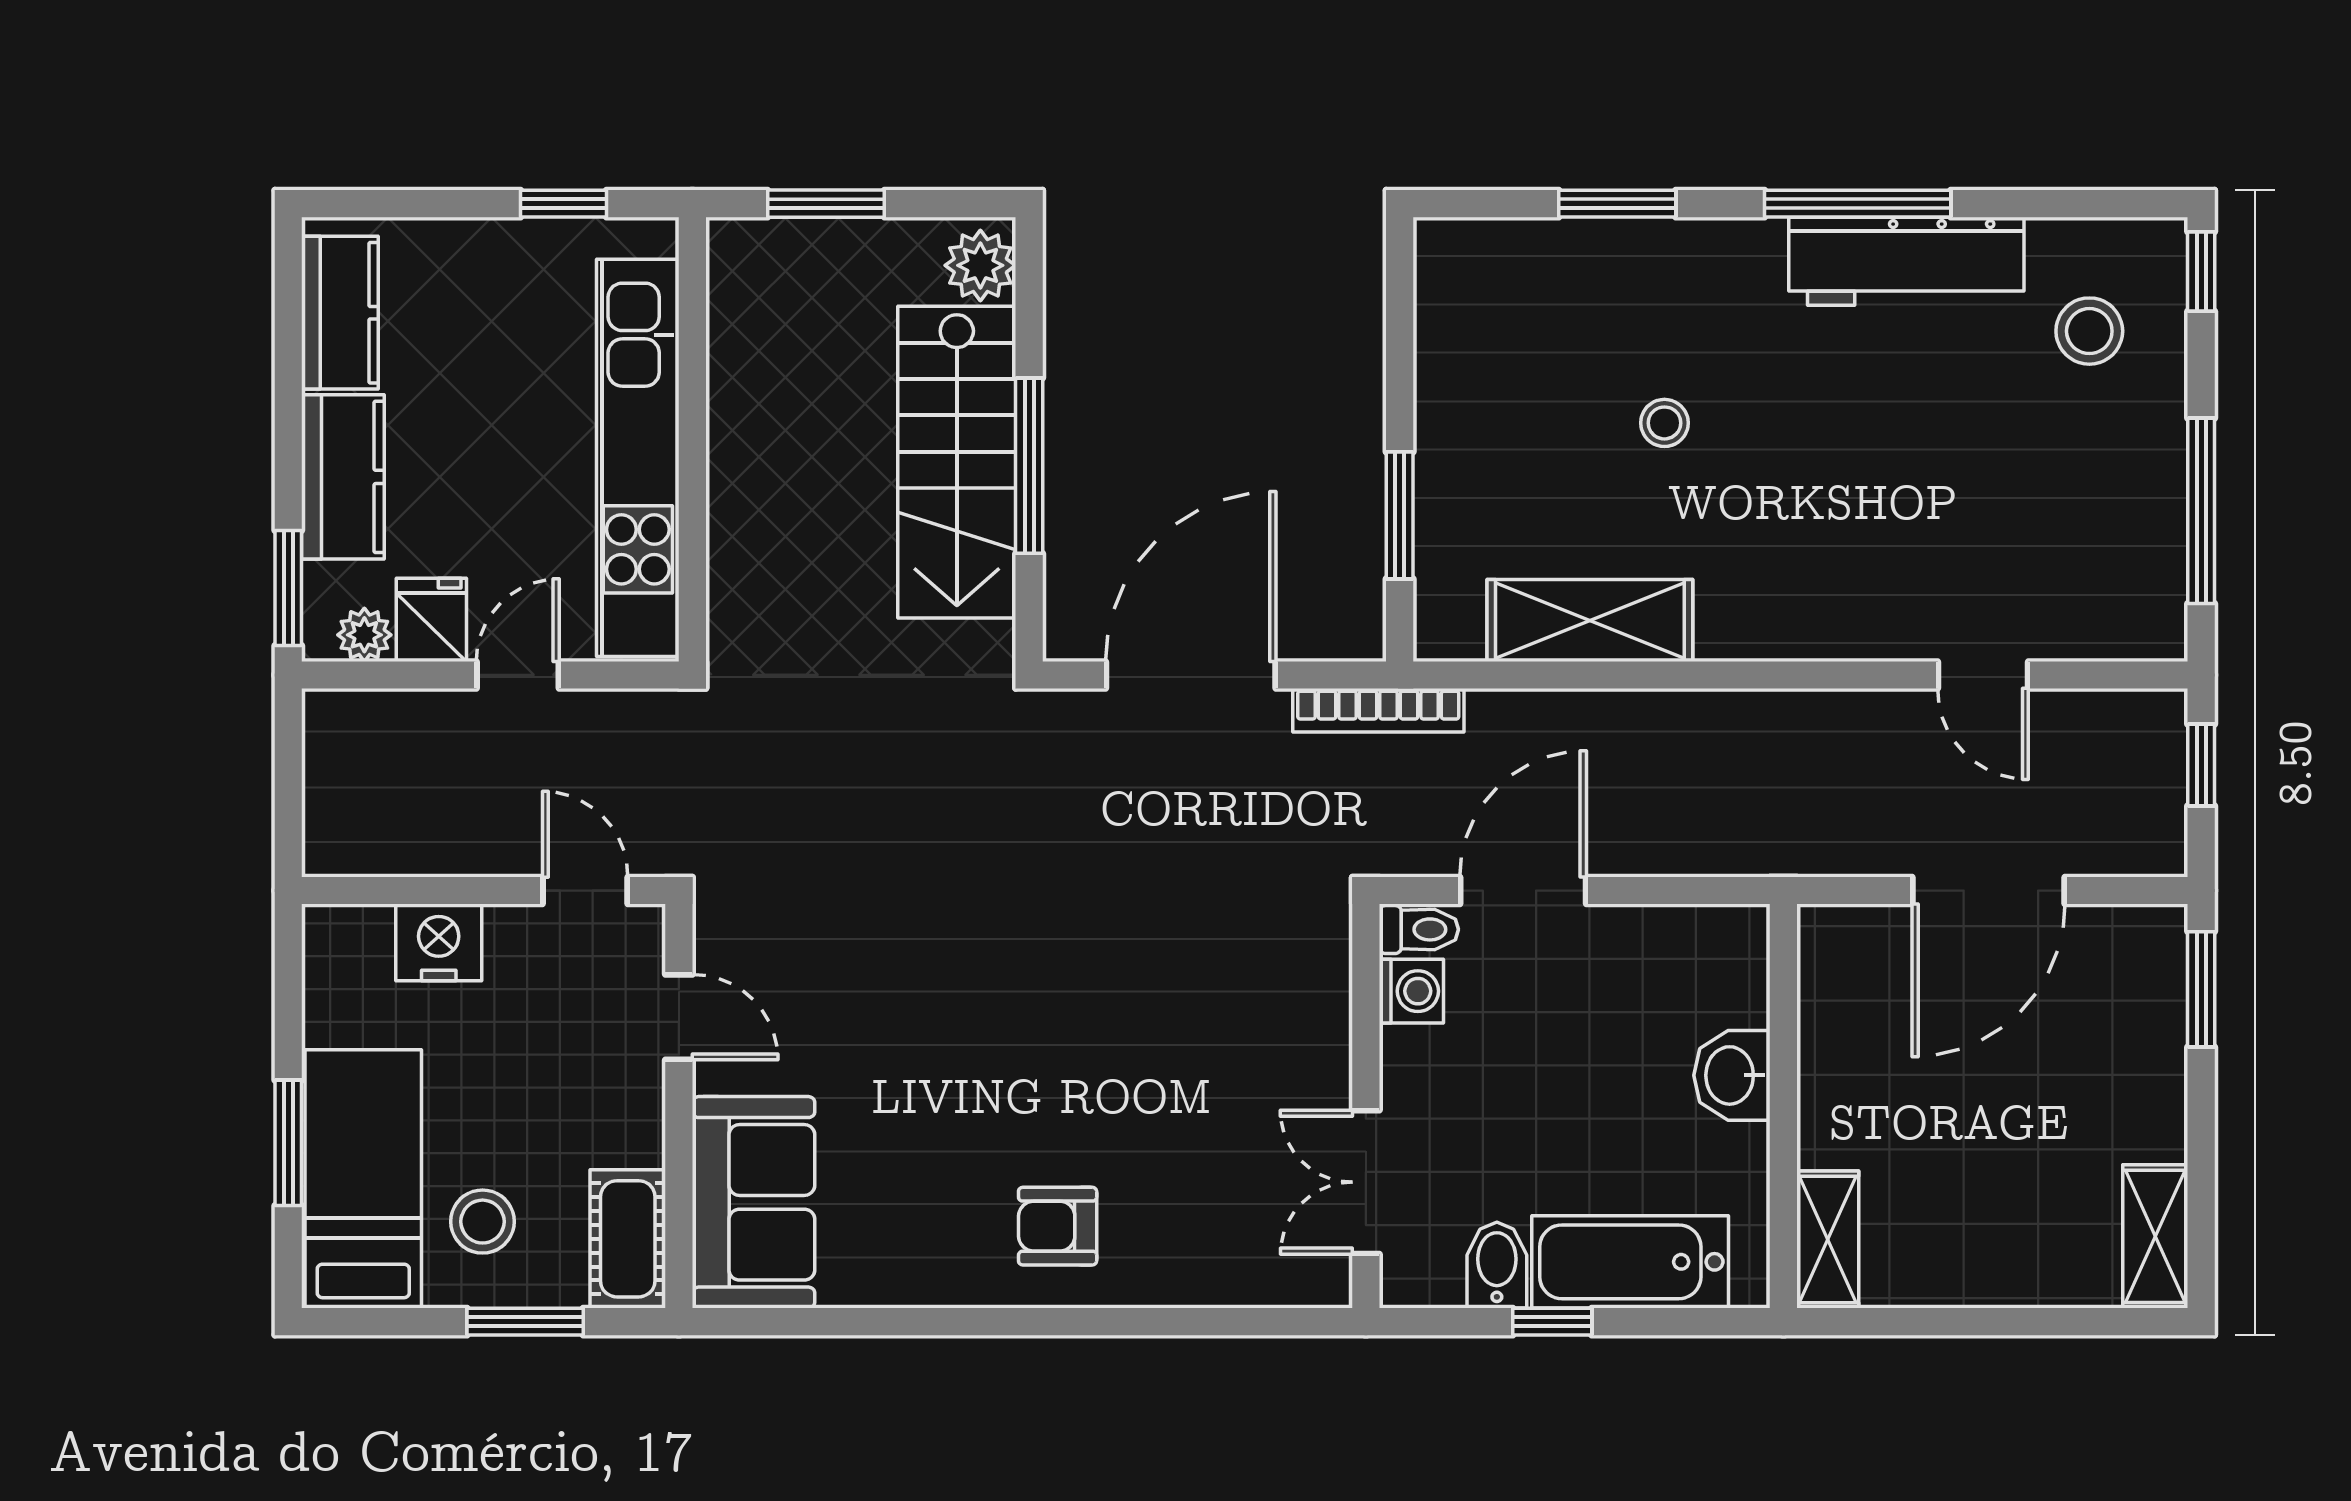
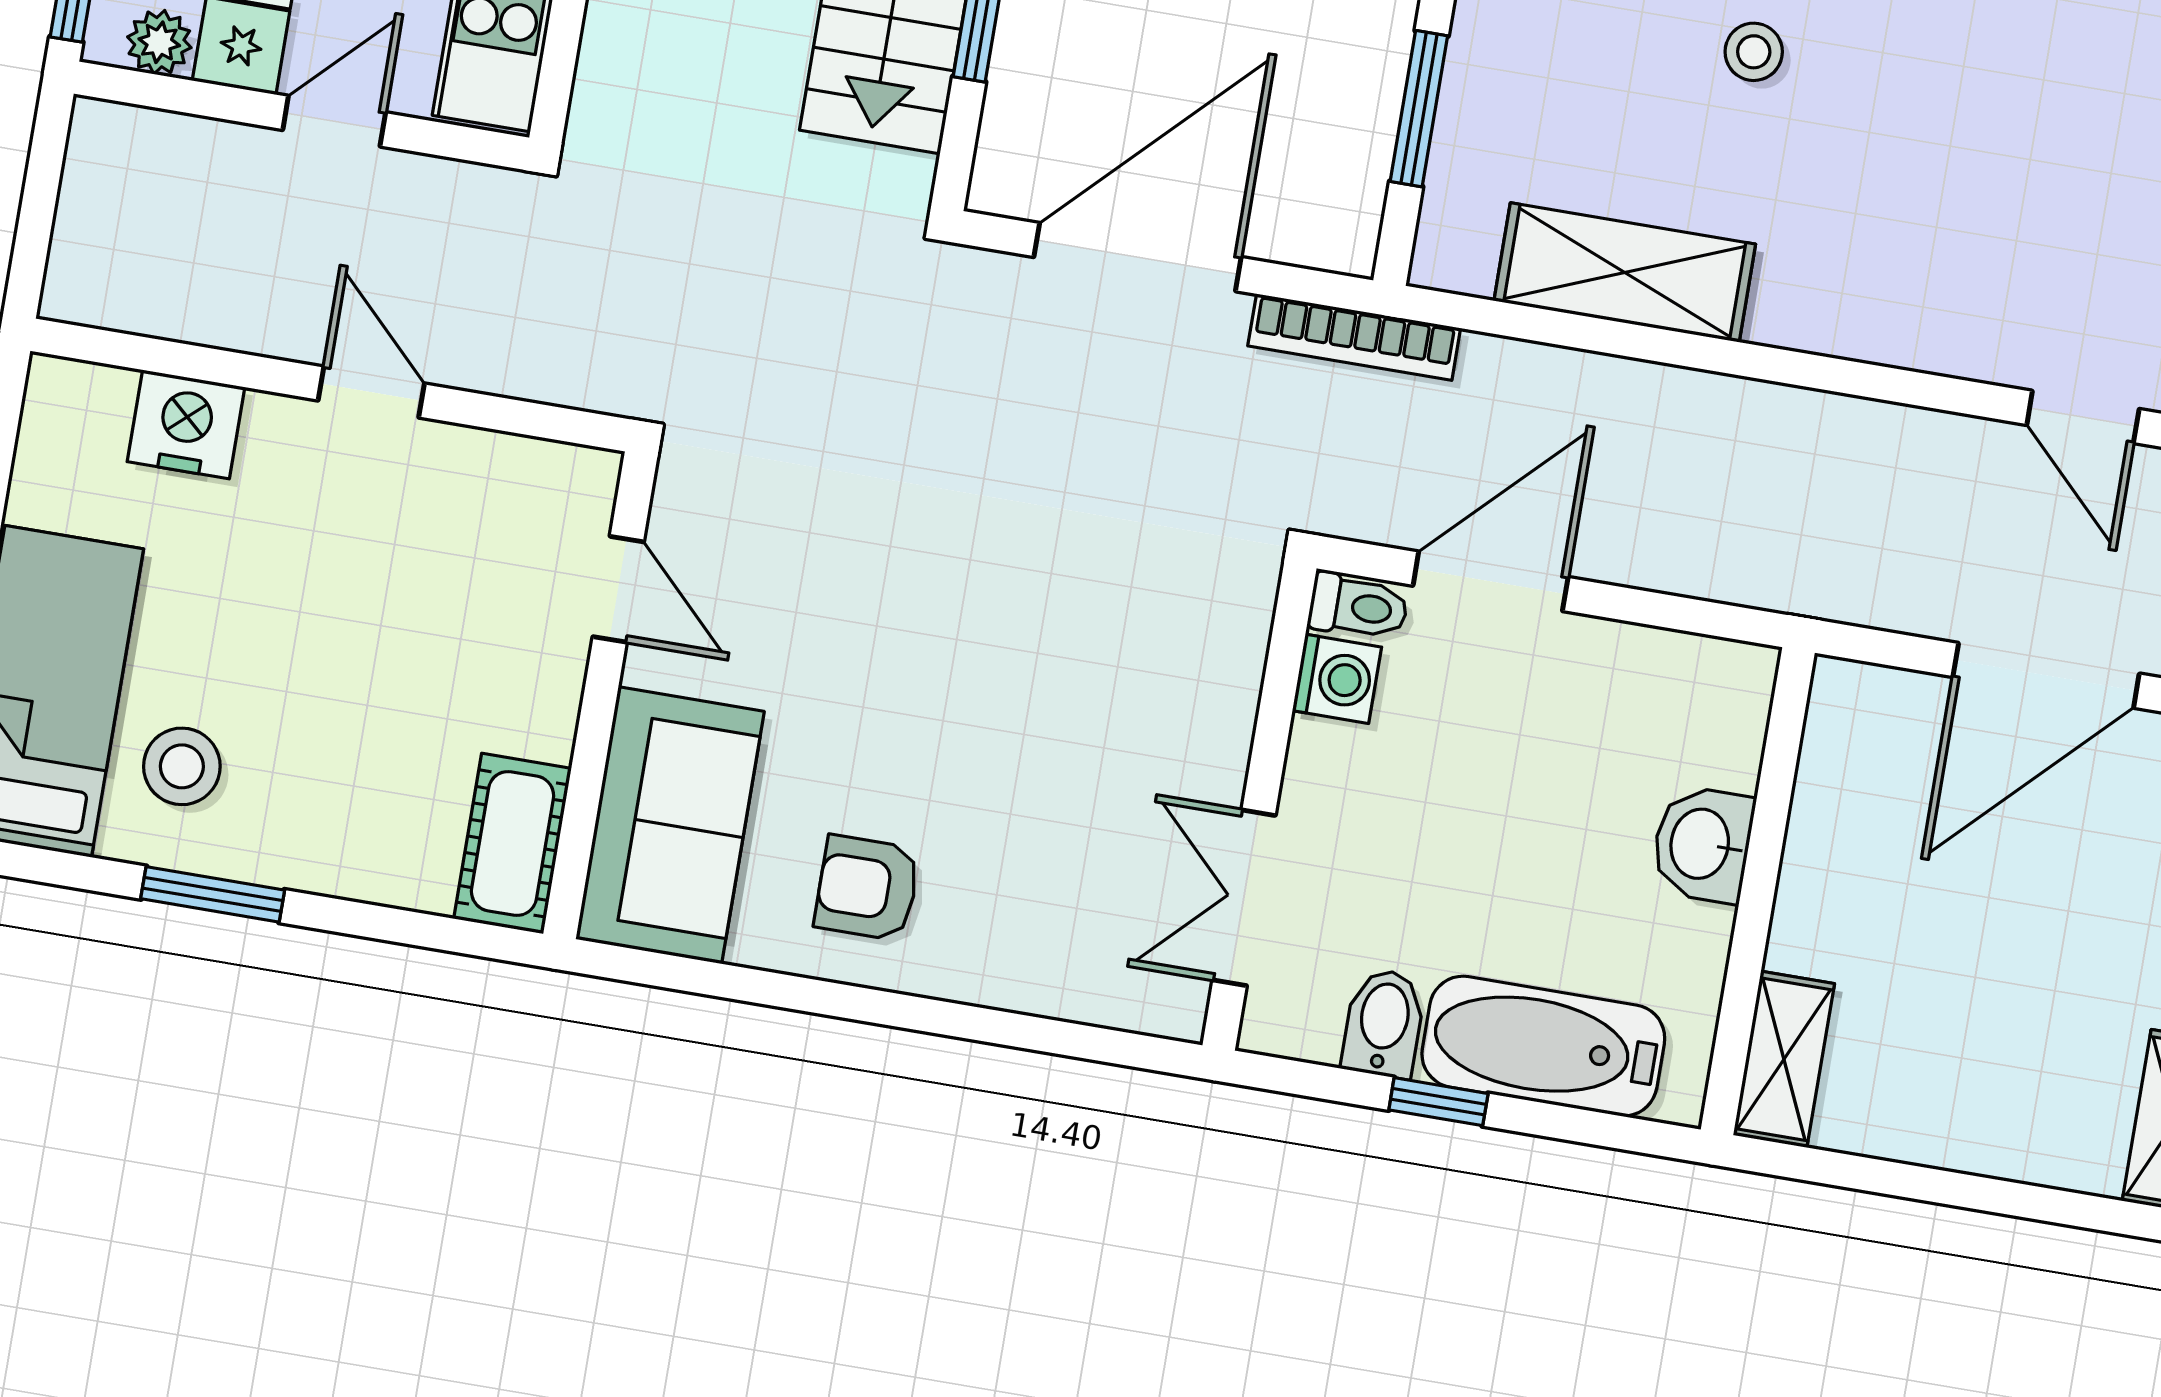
door: (679, 1017) -> (618, 589), moved
wall: (679, 1106) -> (600, 695), moved
sofa: (754, 1202) -> (670, 825), moved
cot: (628, 1239) -> (512, 843), moved

